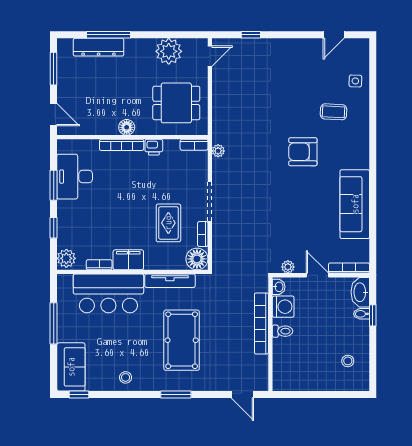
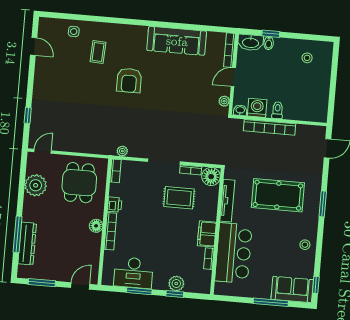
door: (210, 56) -> (43, 151), hinge flipped
plant: (66, 258) -> (176, 284), moved
window: (54, 323) -> (271, 302), moved

